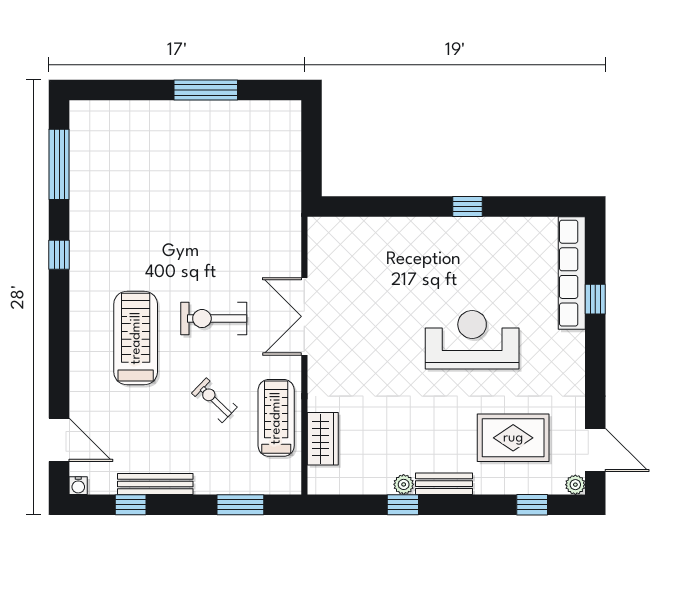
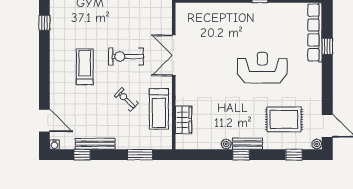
treadmill: (136, 338) -> (85, 67), width x0.73, depth x0.73
treadmill: (276, 418) -> (159, 109), turned 180
window: (403, 505) -> (241, 155), moved

